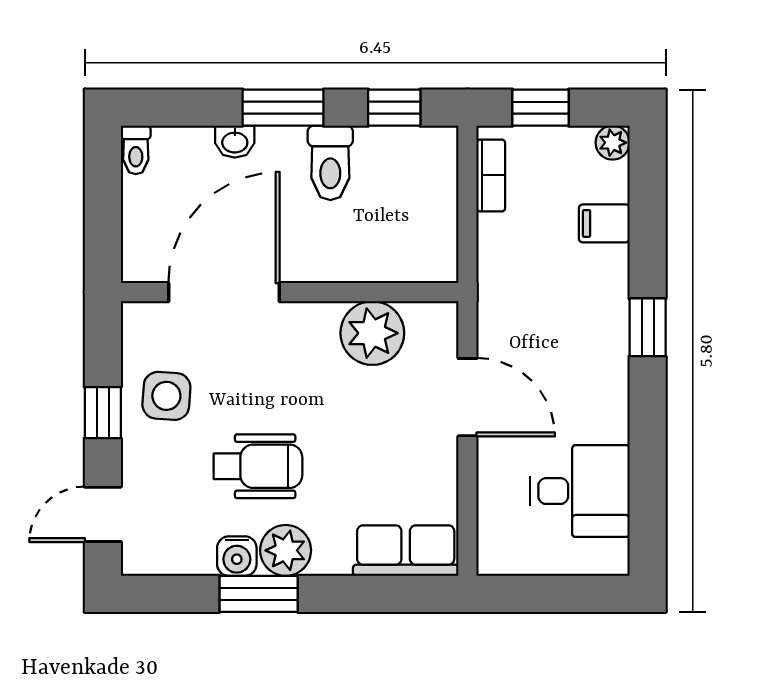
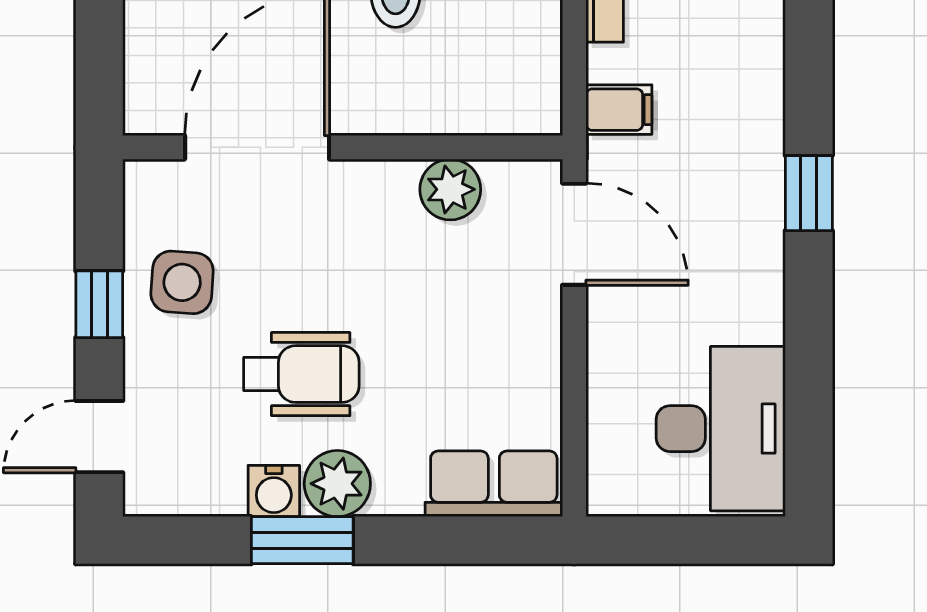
filing cabinet: (604, 223) -> (619, 110), moved, turned 180
plant: (372, 333) -> (450, 189), width x0.73, depth x0.73
door: (467, 397) -> (574, 234), moved
desk: (580, 491) -> (721, 429), width x1.37

